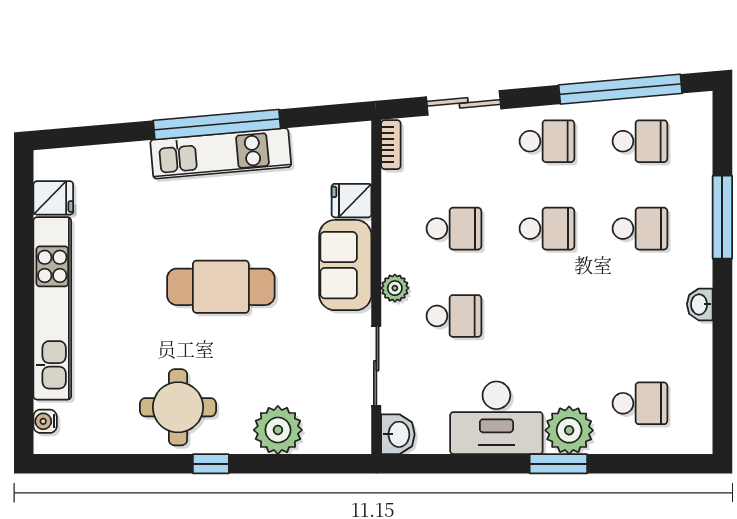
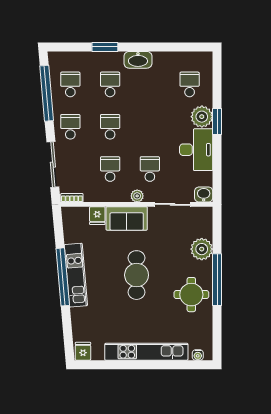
sliding door: (464, 103) -> (53, 165), width x1.37
fridge: (53, 198) -> (83, 351), moved
window: (722, 217) -> (105, 47), width x0.69
washbasin: (700, 304) -> (138, 60), width x1.91, depth x1.45
window: (211, 464) -> (217, 280), width x3.17

